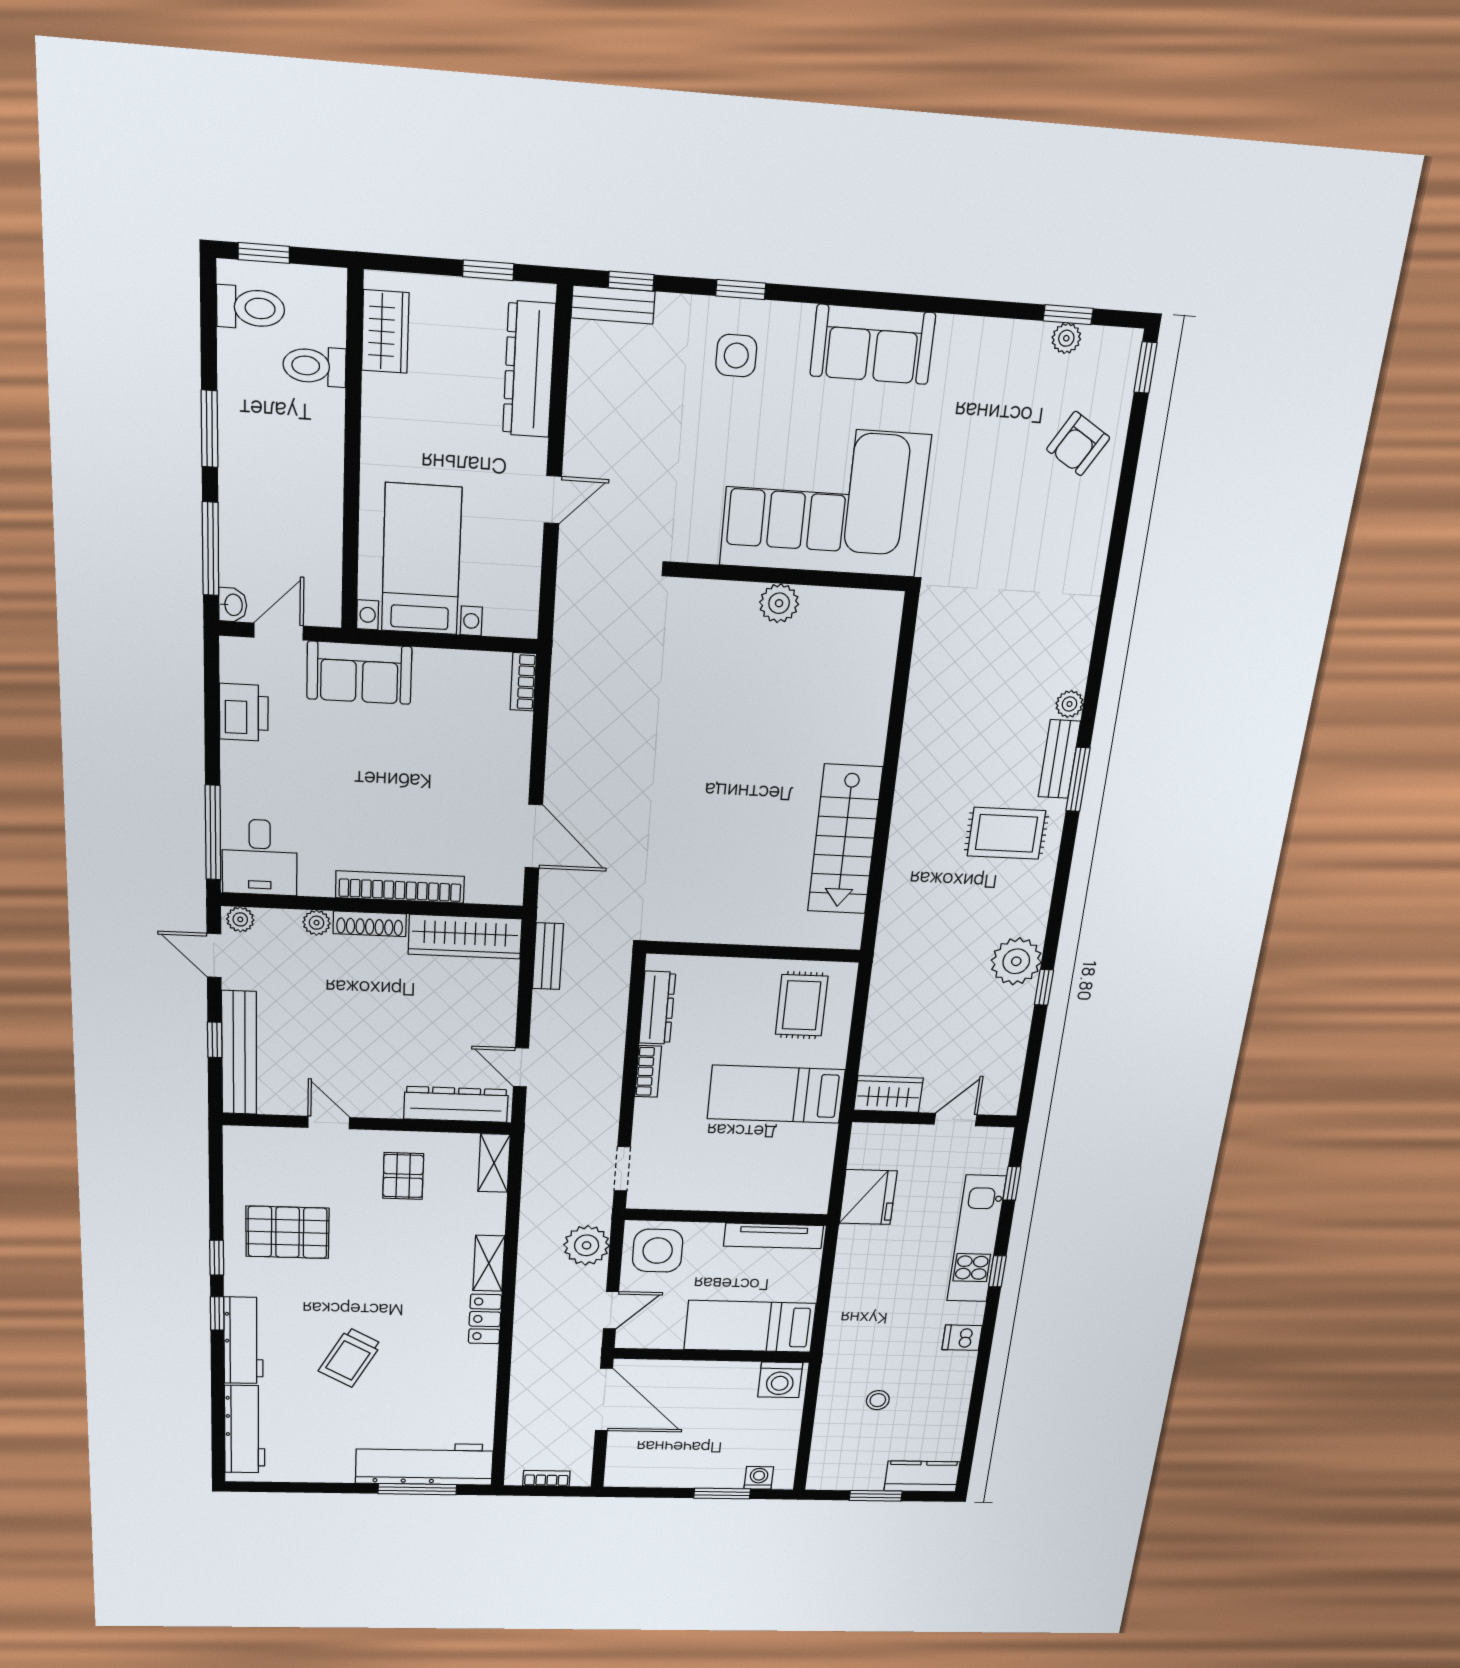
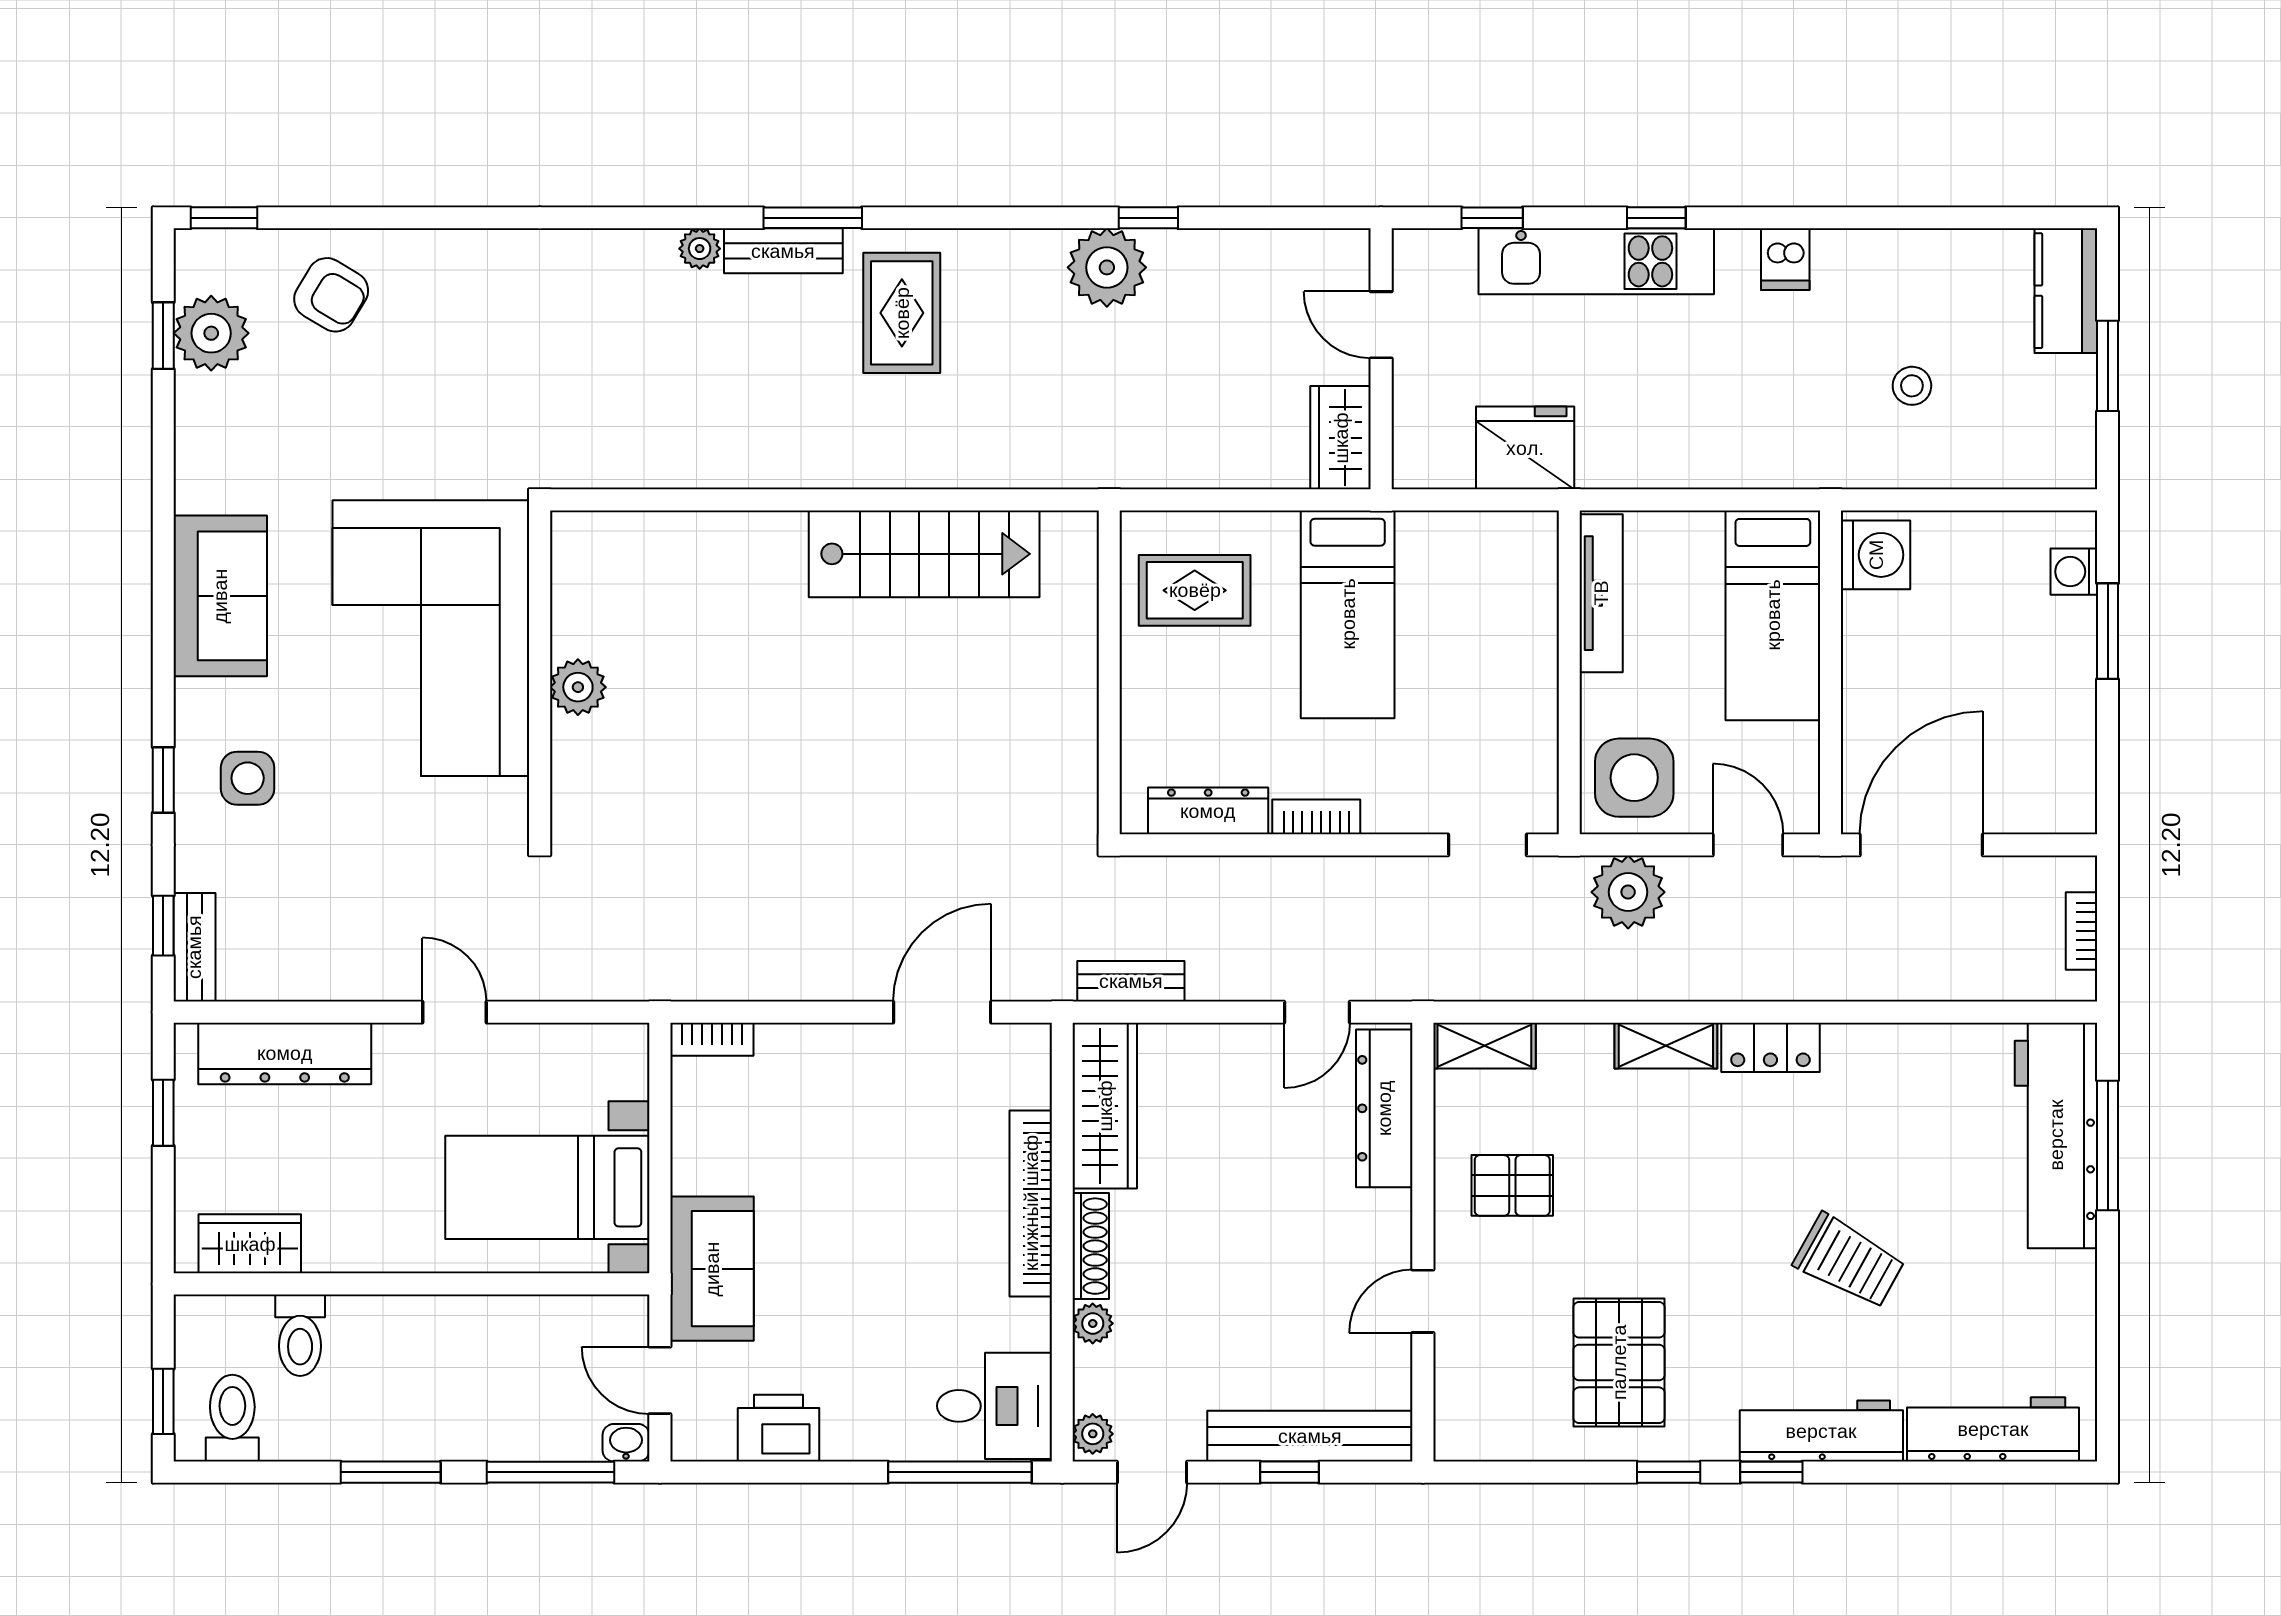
plant: (1066, 338) -> (211, 333), width x1.87, depth x1.87

